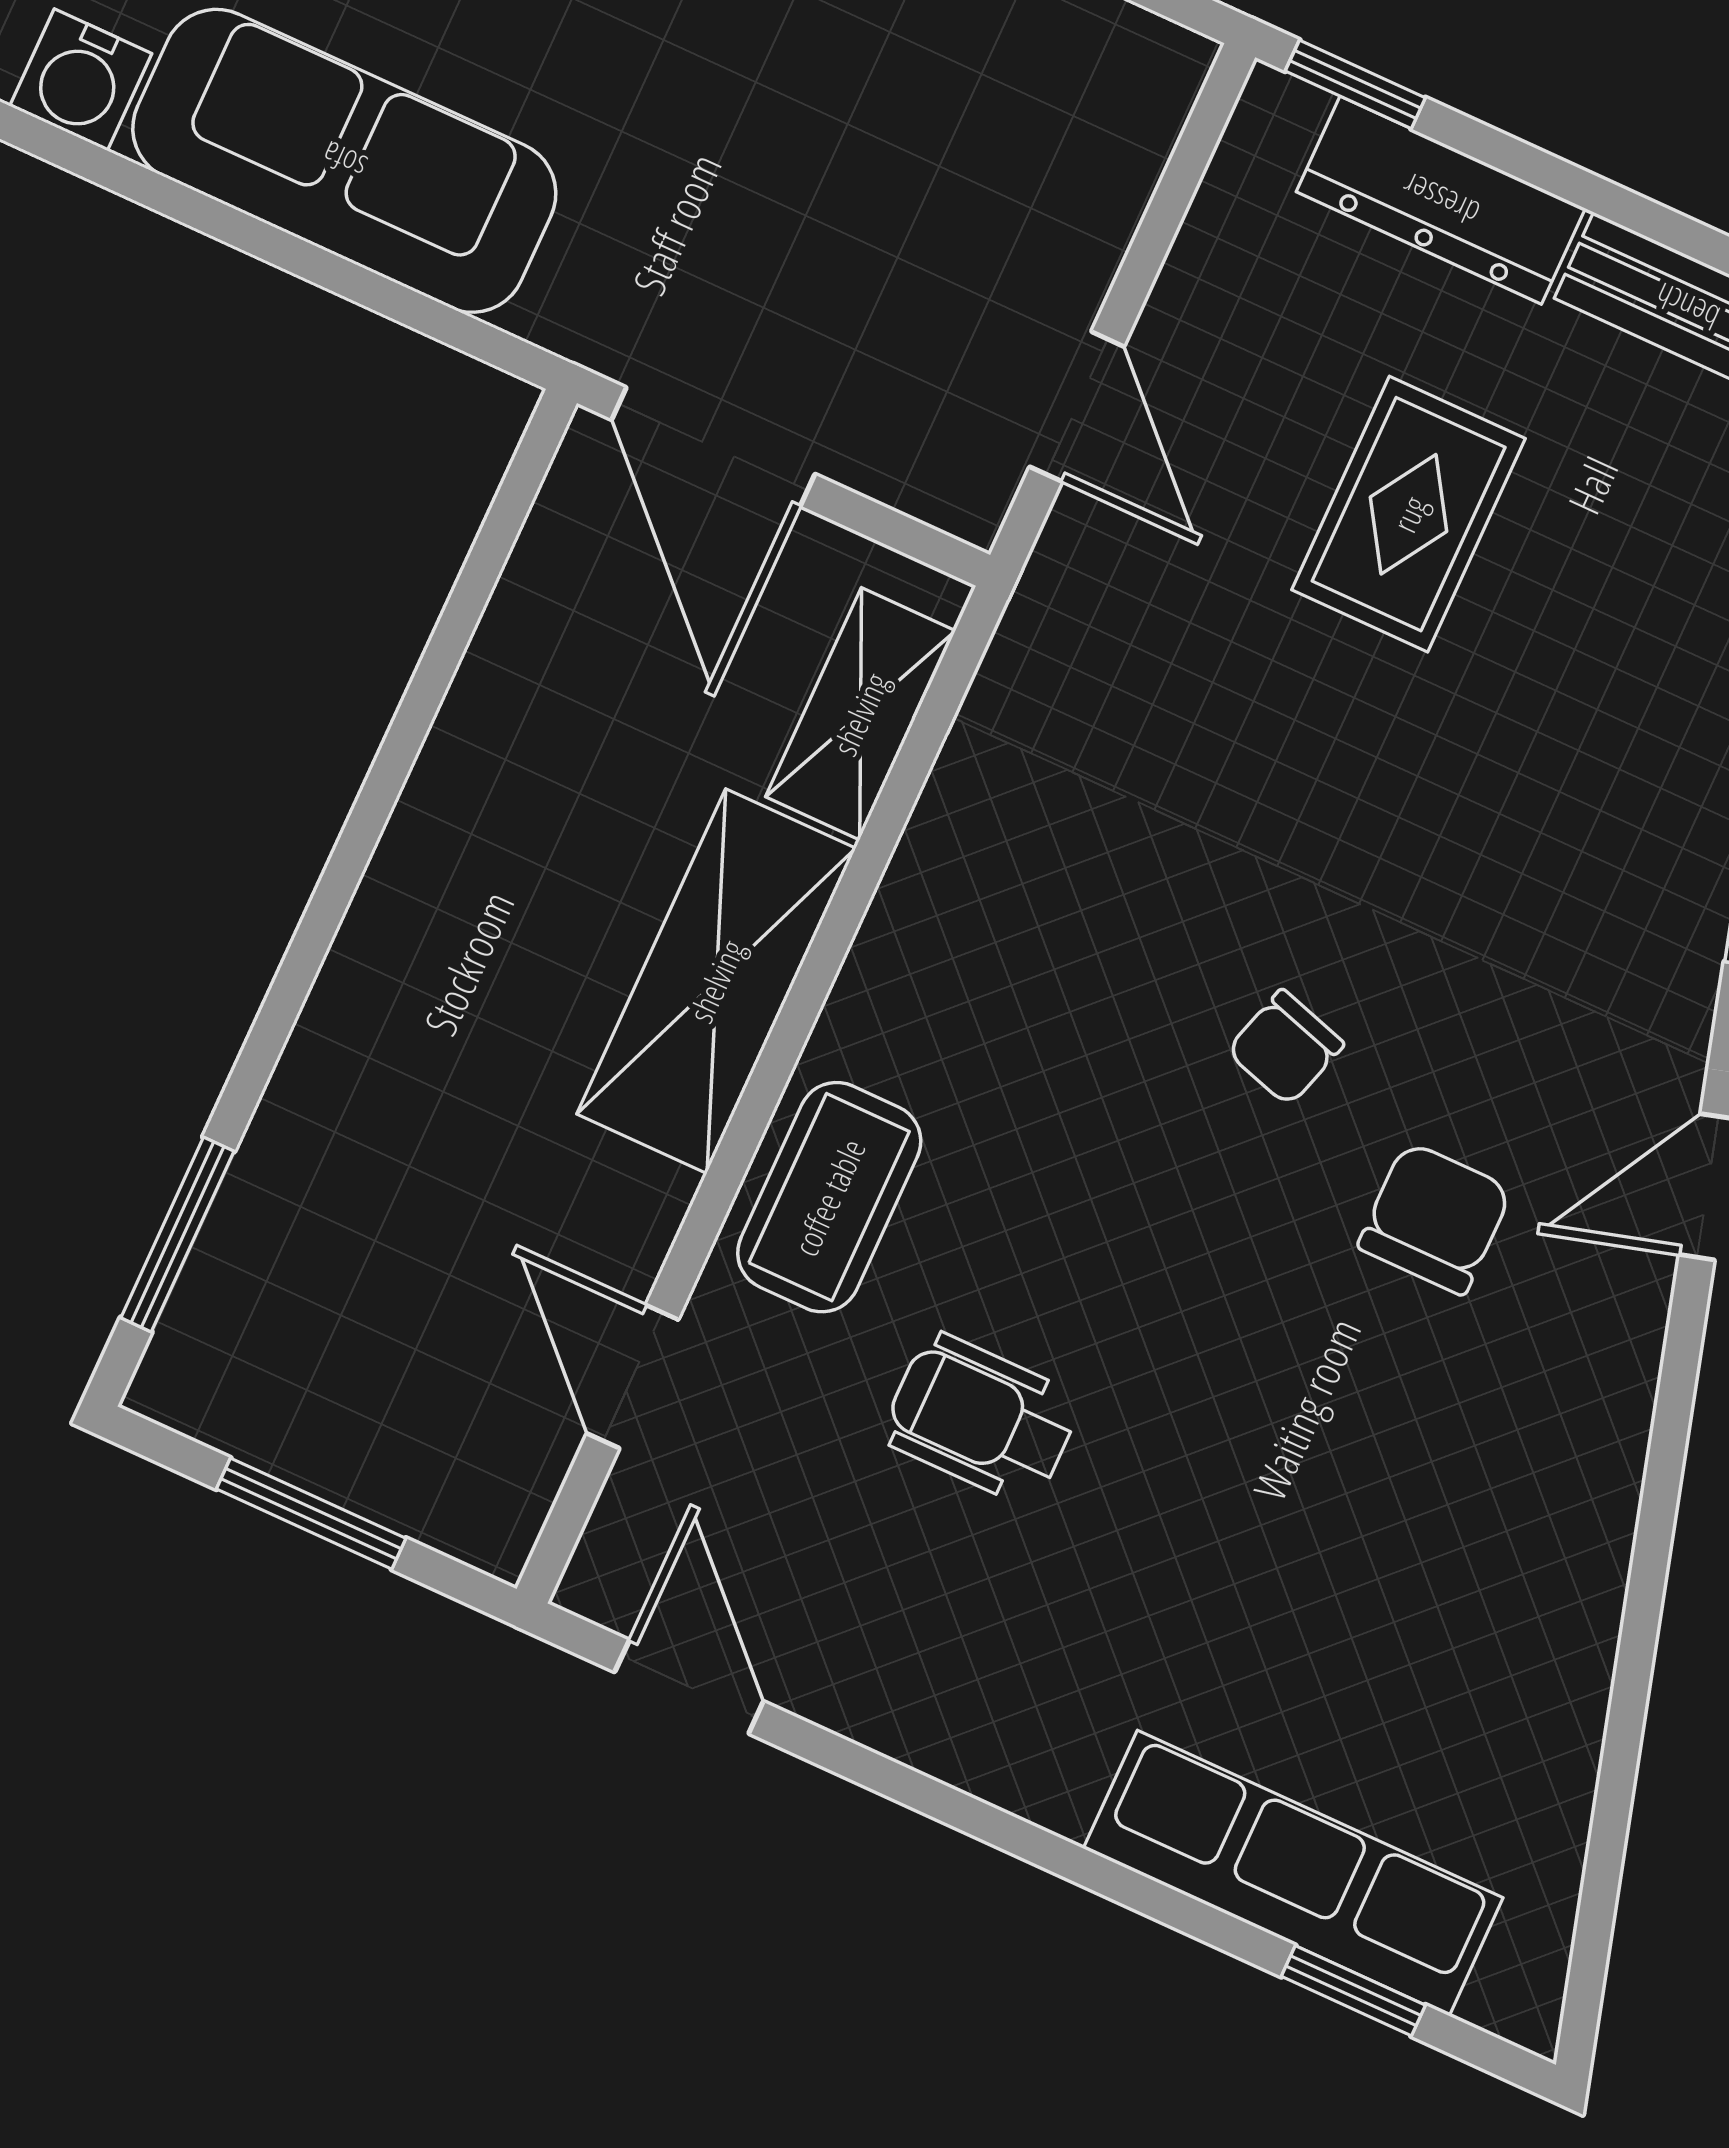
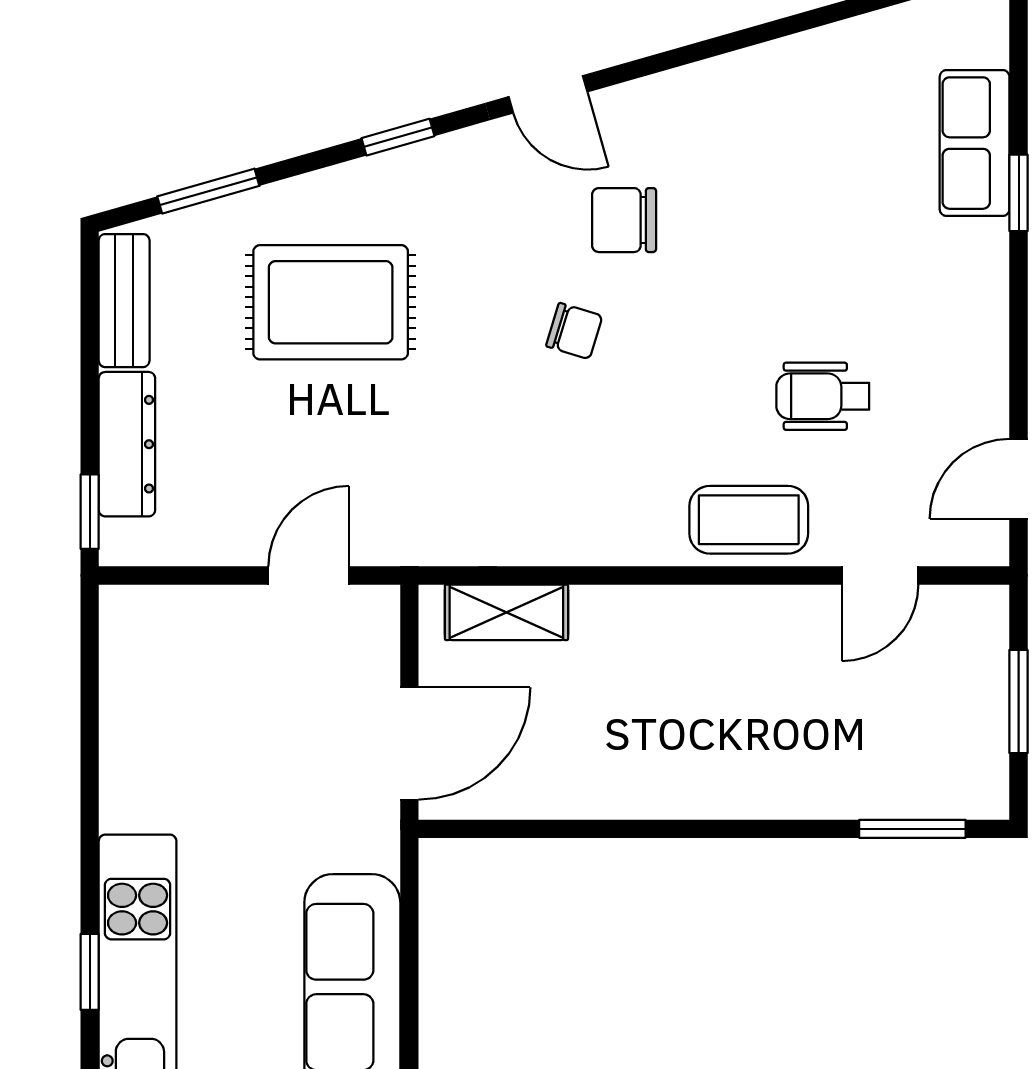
rug: (1409, 514) -> (331, 302), moved, width x1.36, depth x1.43
shelving: (716, 981) -> (669, 623), removed
wheelchair: (981, 1419) -> (823, 396), turned 90
row of seats: (1293, 1873) -> (975, 143), width x0.68
window: (1353, 1991) -> (1019, 193), moved

